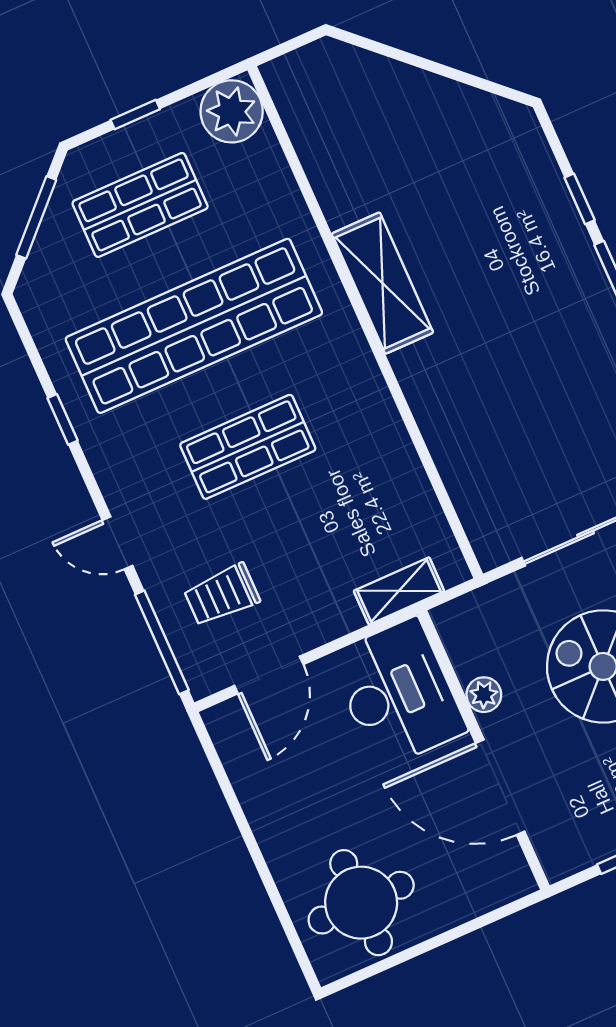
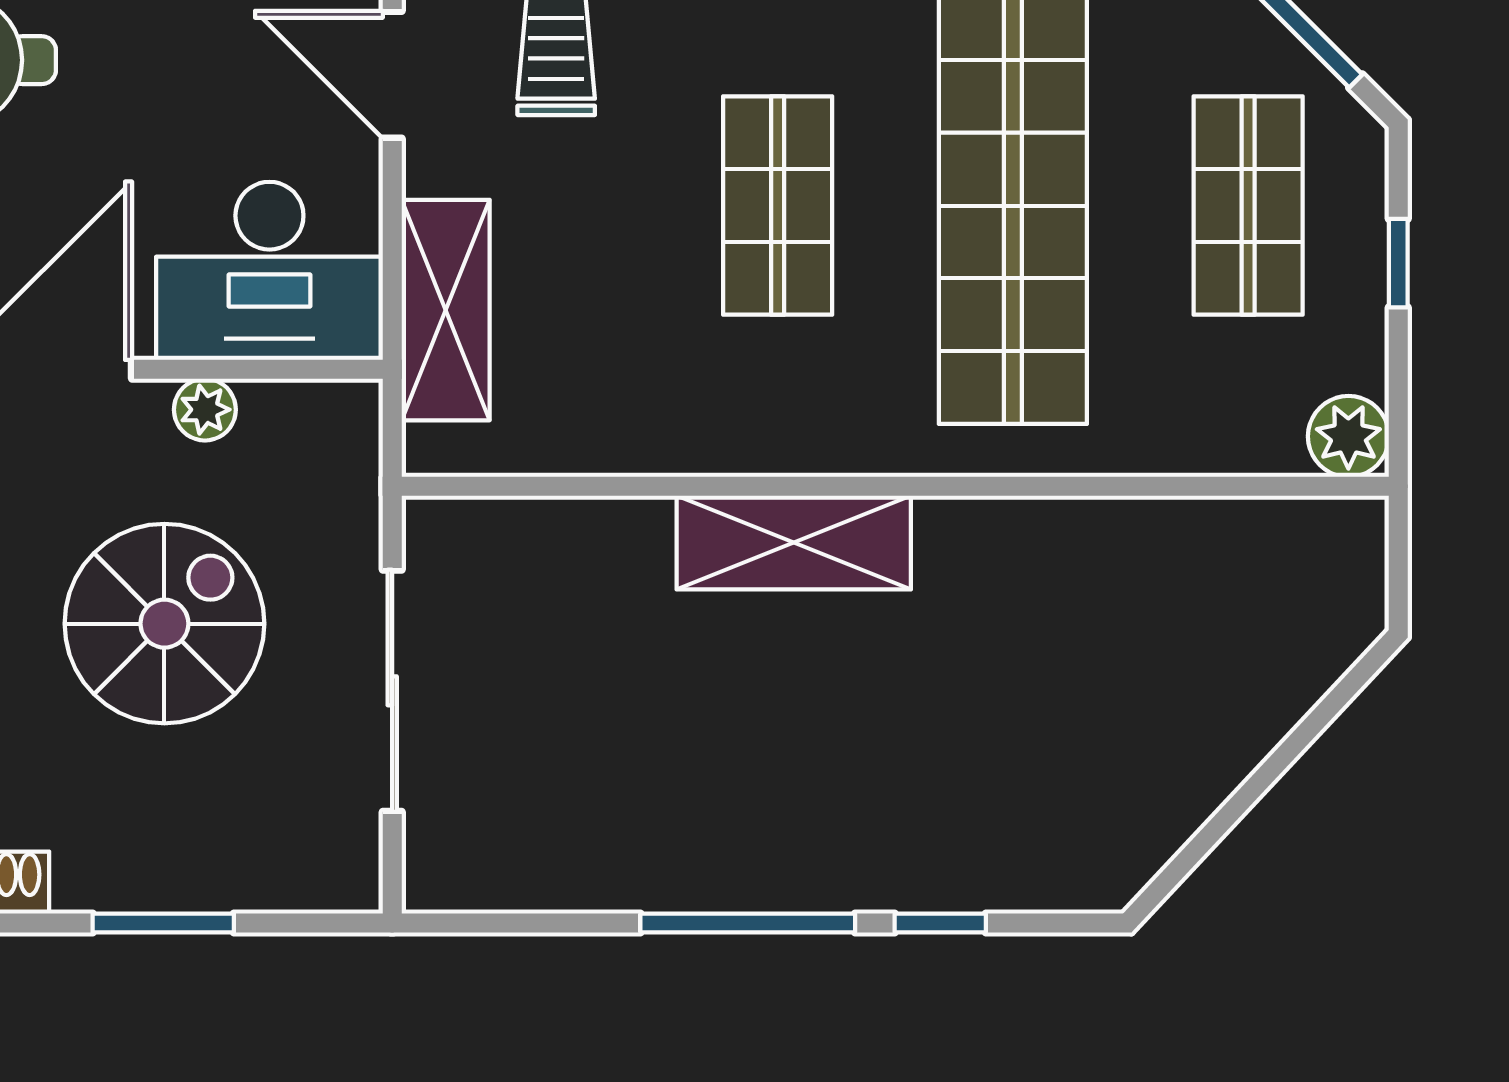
plant: (232, 111) -> (1348, 436), width x0.73, depth x0.73
shelving: (383, 283) -> (794, 543), moved
shelving: (399, 591) -> (446, 310), width x1.50, depth x1.33

